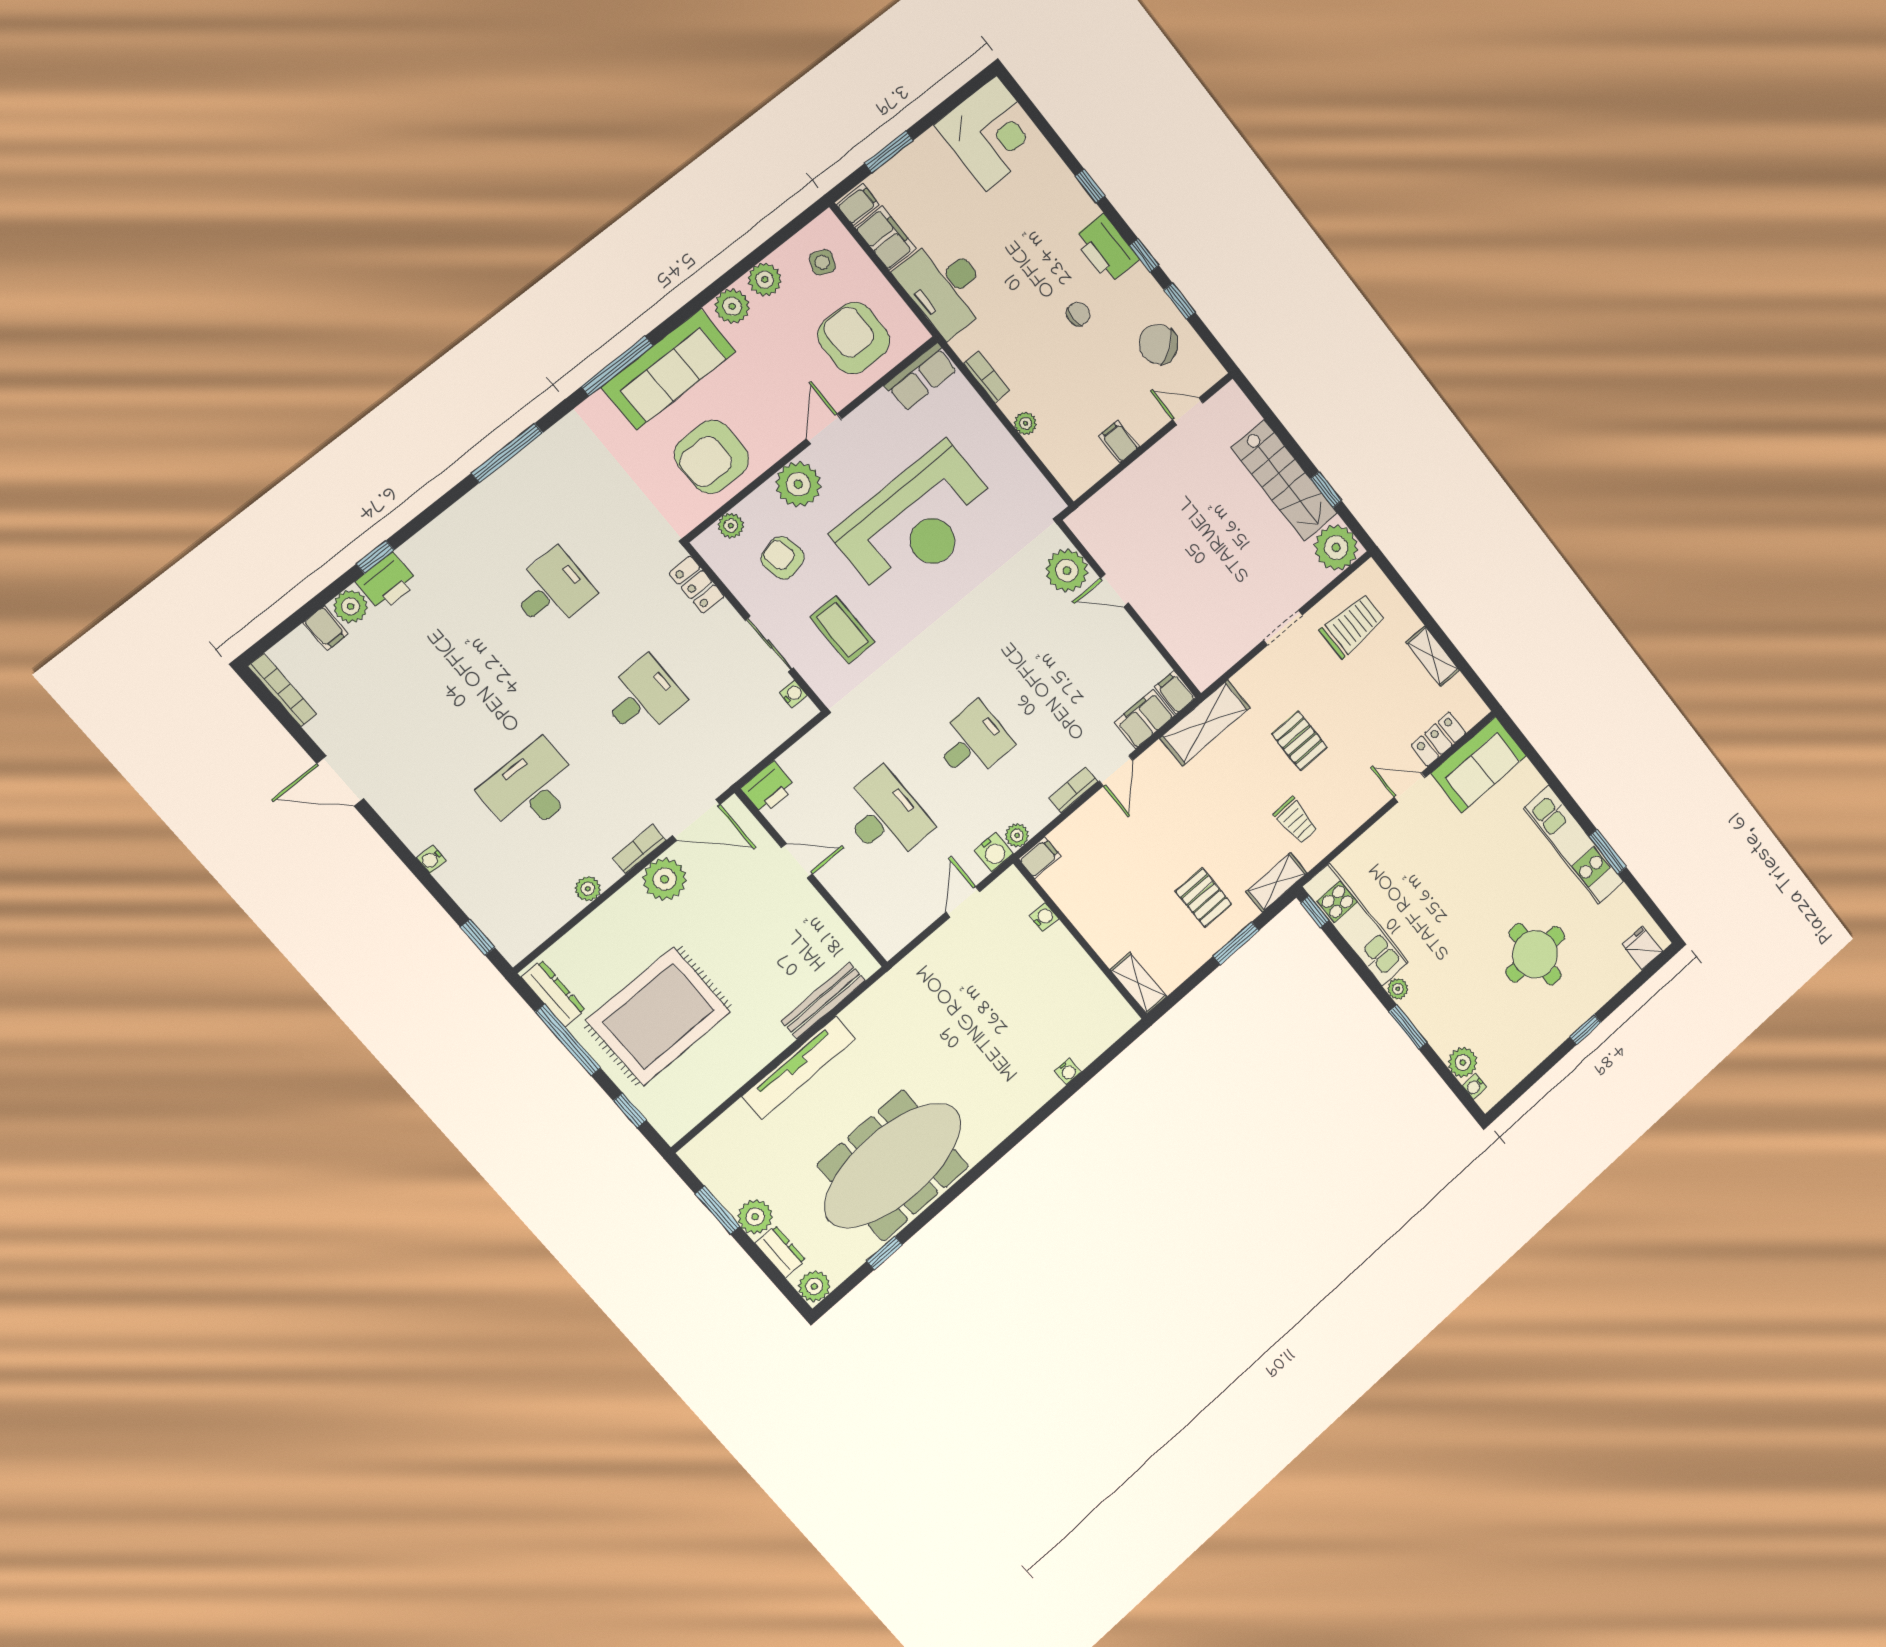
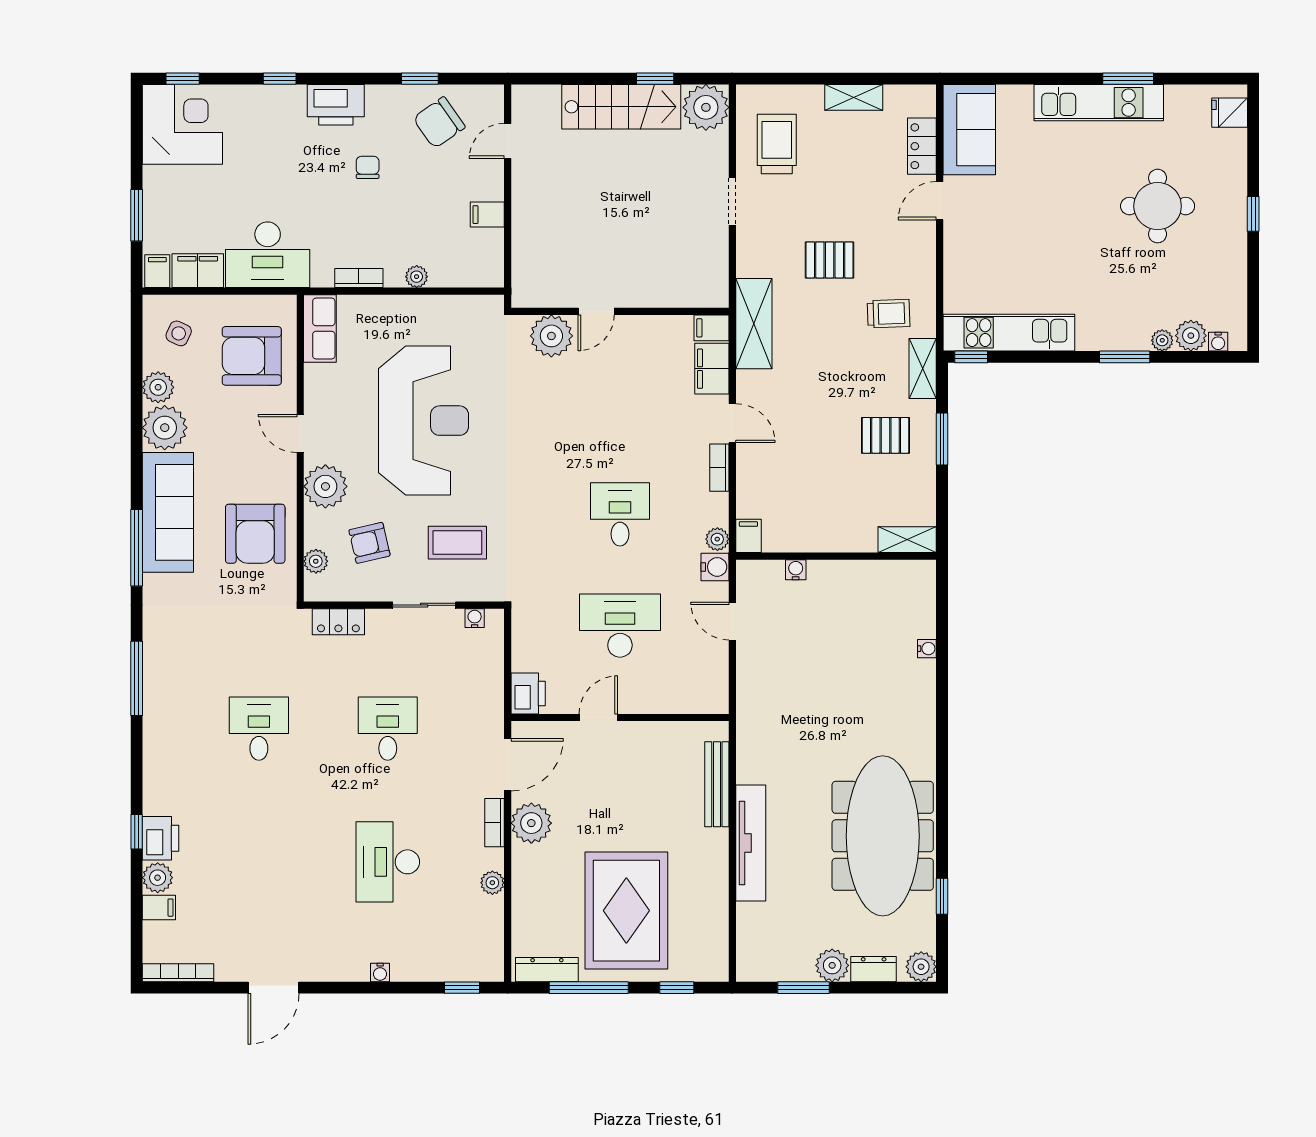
window: (1144, 256) -> (183, 79), moved
plant: (732, 306) -> (165, 428), width x1.36, depth x1.36
plant: (1398, 989) -> (1162, 340), moved

